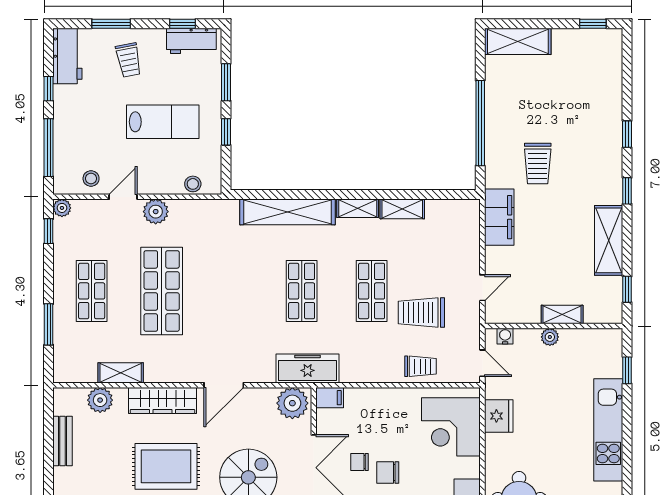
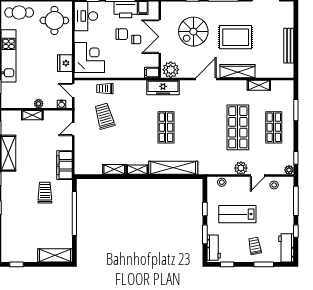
workbench: (191, 41) -> (214, 248), moved, turned 90
shop shelf: (372, 291) -> (130, 127), removed
trolley: (421, 313) -> (105, 116), turned -106
plant: (100, 400) -> (269, 71), removed
bench: (63, 441) -> (289, 46), width x1.36

